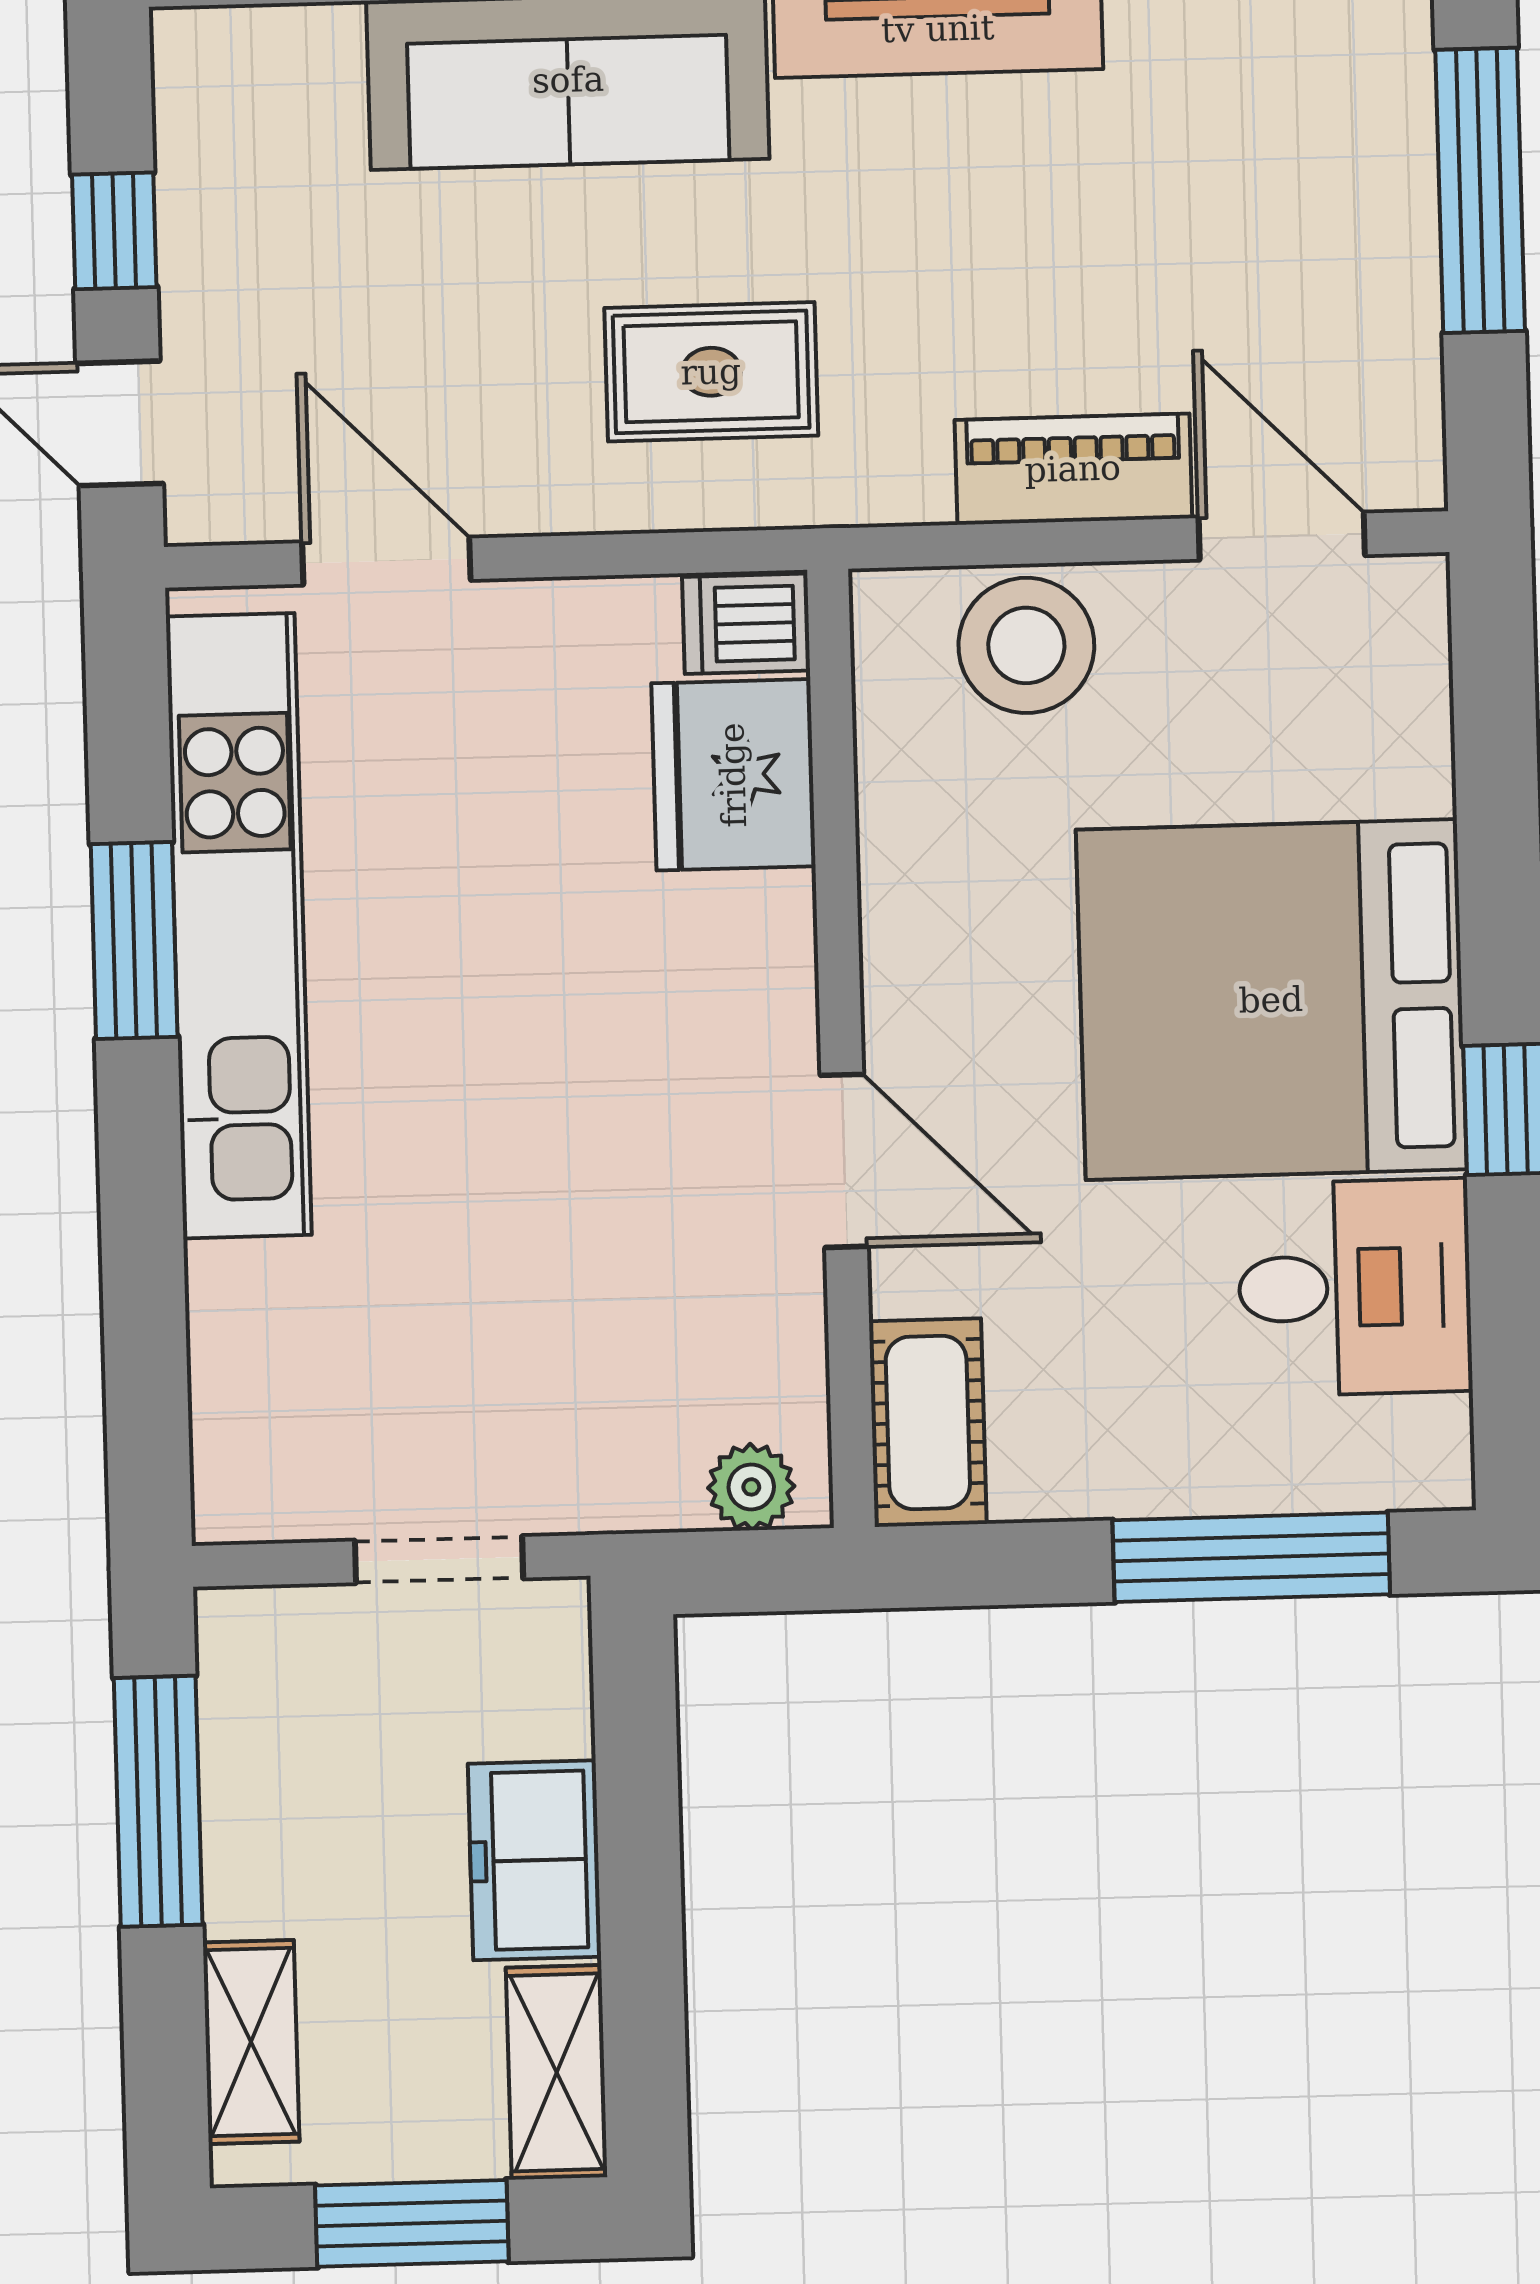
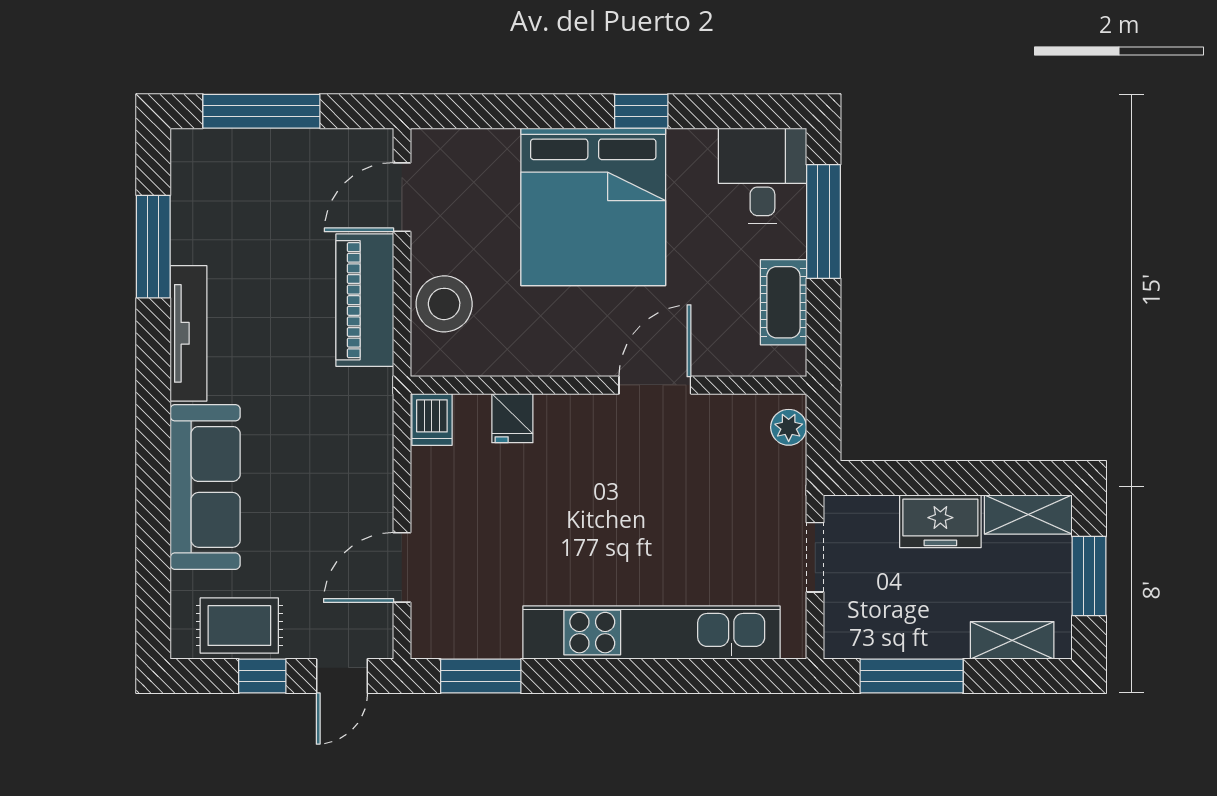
rug: (711, 372) -> (239, 626), moved, turned 90
piano: (1073, 469) -> (365, 300), width x1.37, depth x1.33
fridge: (733, 775) -> (512, 418), width x0.53, depth x0.75
kitchen unit: (239, 926) -> (651, 633), moved
window: (134, 940) -> (481, 676), moved
desk: (1355, 1287) -> (762, 176), moved
cot: (928, 1423) -> (783, 302), moved, turned 90

